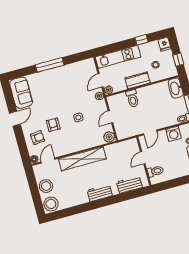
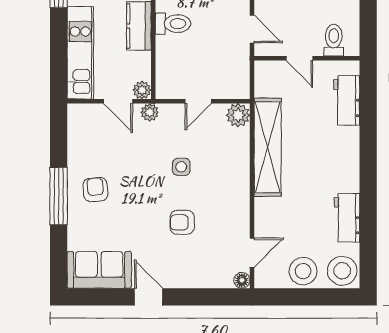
toilet: (132, 98) -> (173, 24), moved
door: (110, 117) -> (198, 101), hinge flipped
armchair: (38, 138) -> (95, 190), moved
shelving: (82, 159) -> (268, 147), moved
door: (48, 160) -> (252, 253), swing flipped
workbench: (100, 193) -> (347, 218), moved

